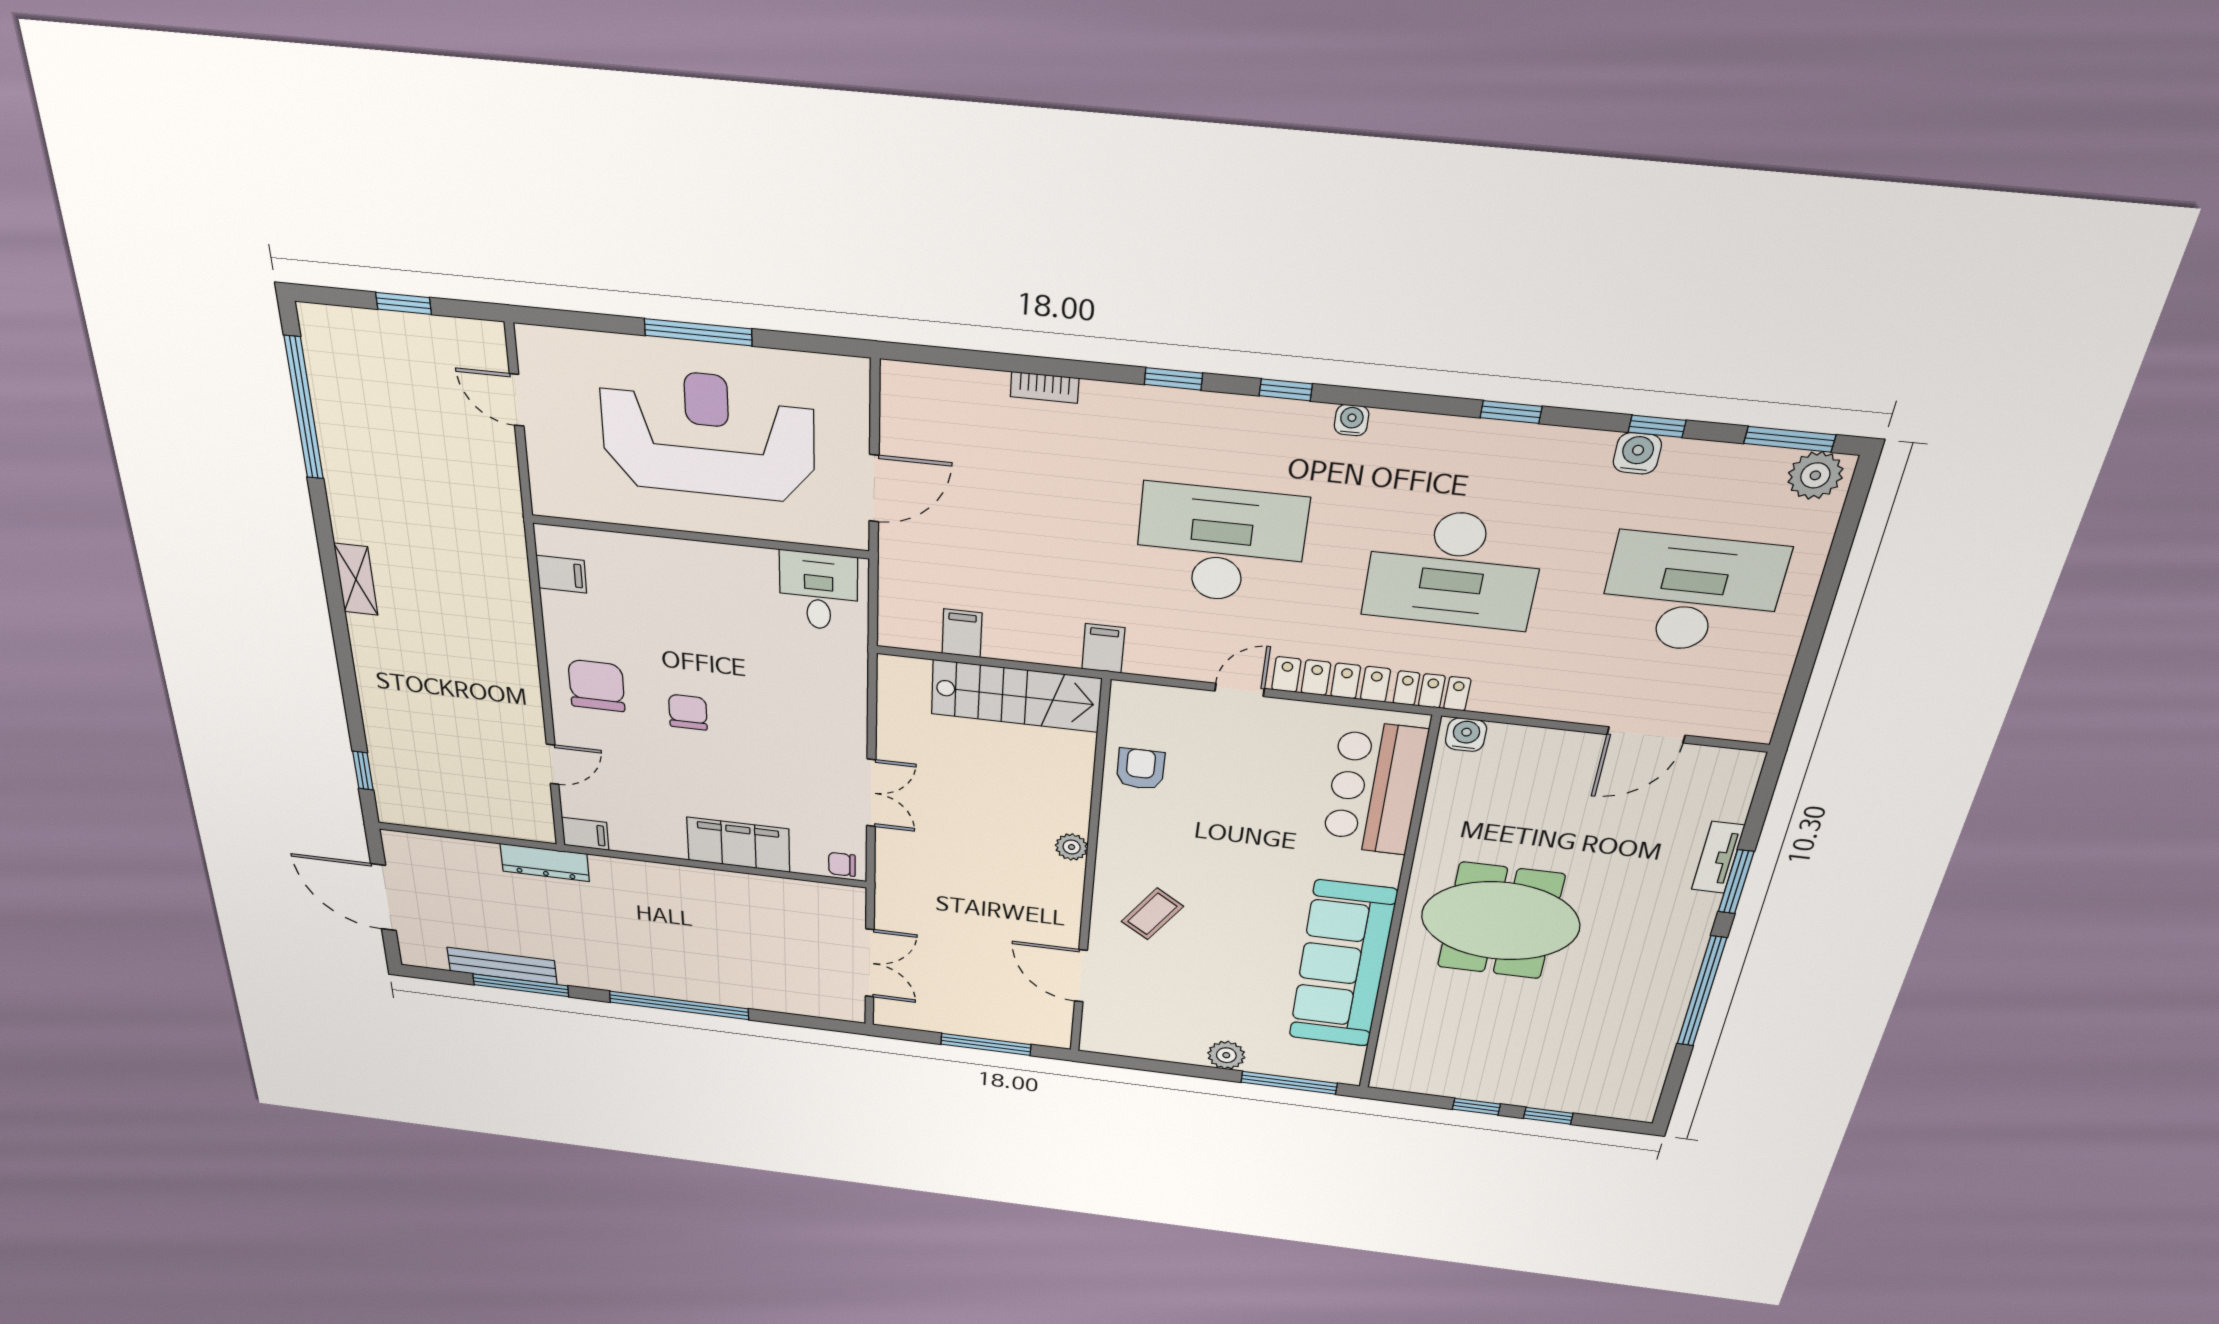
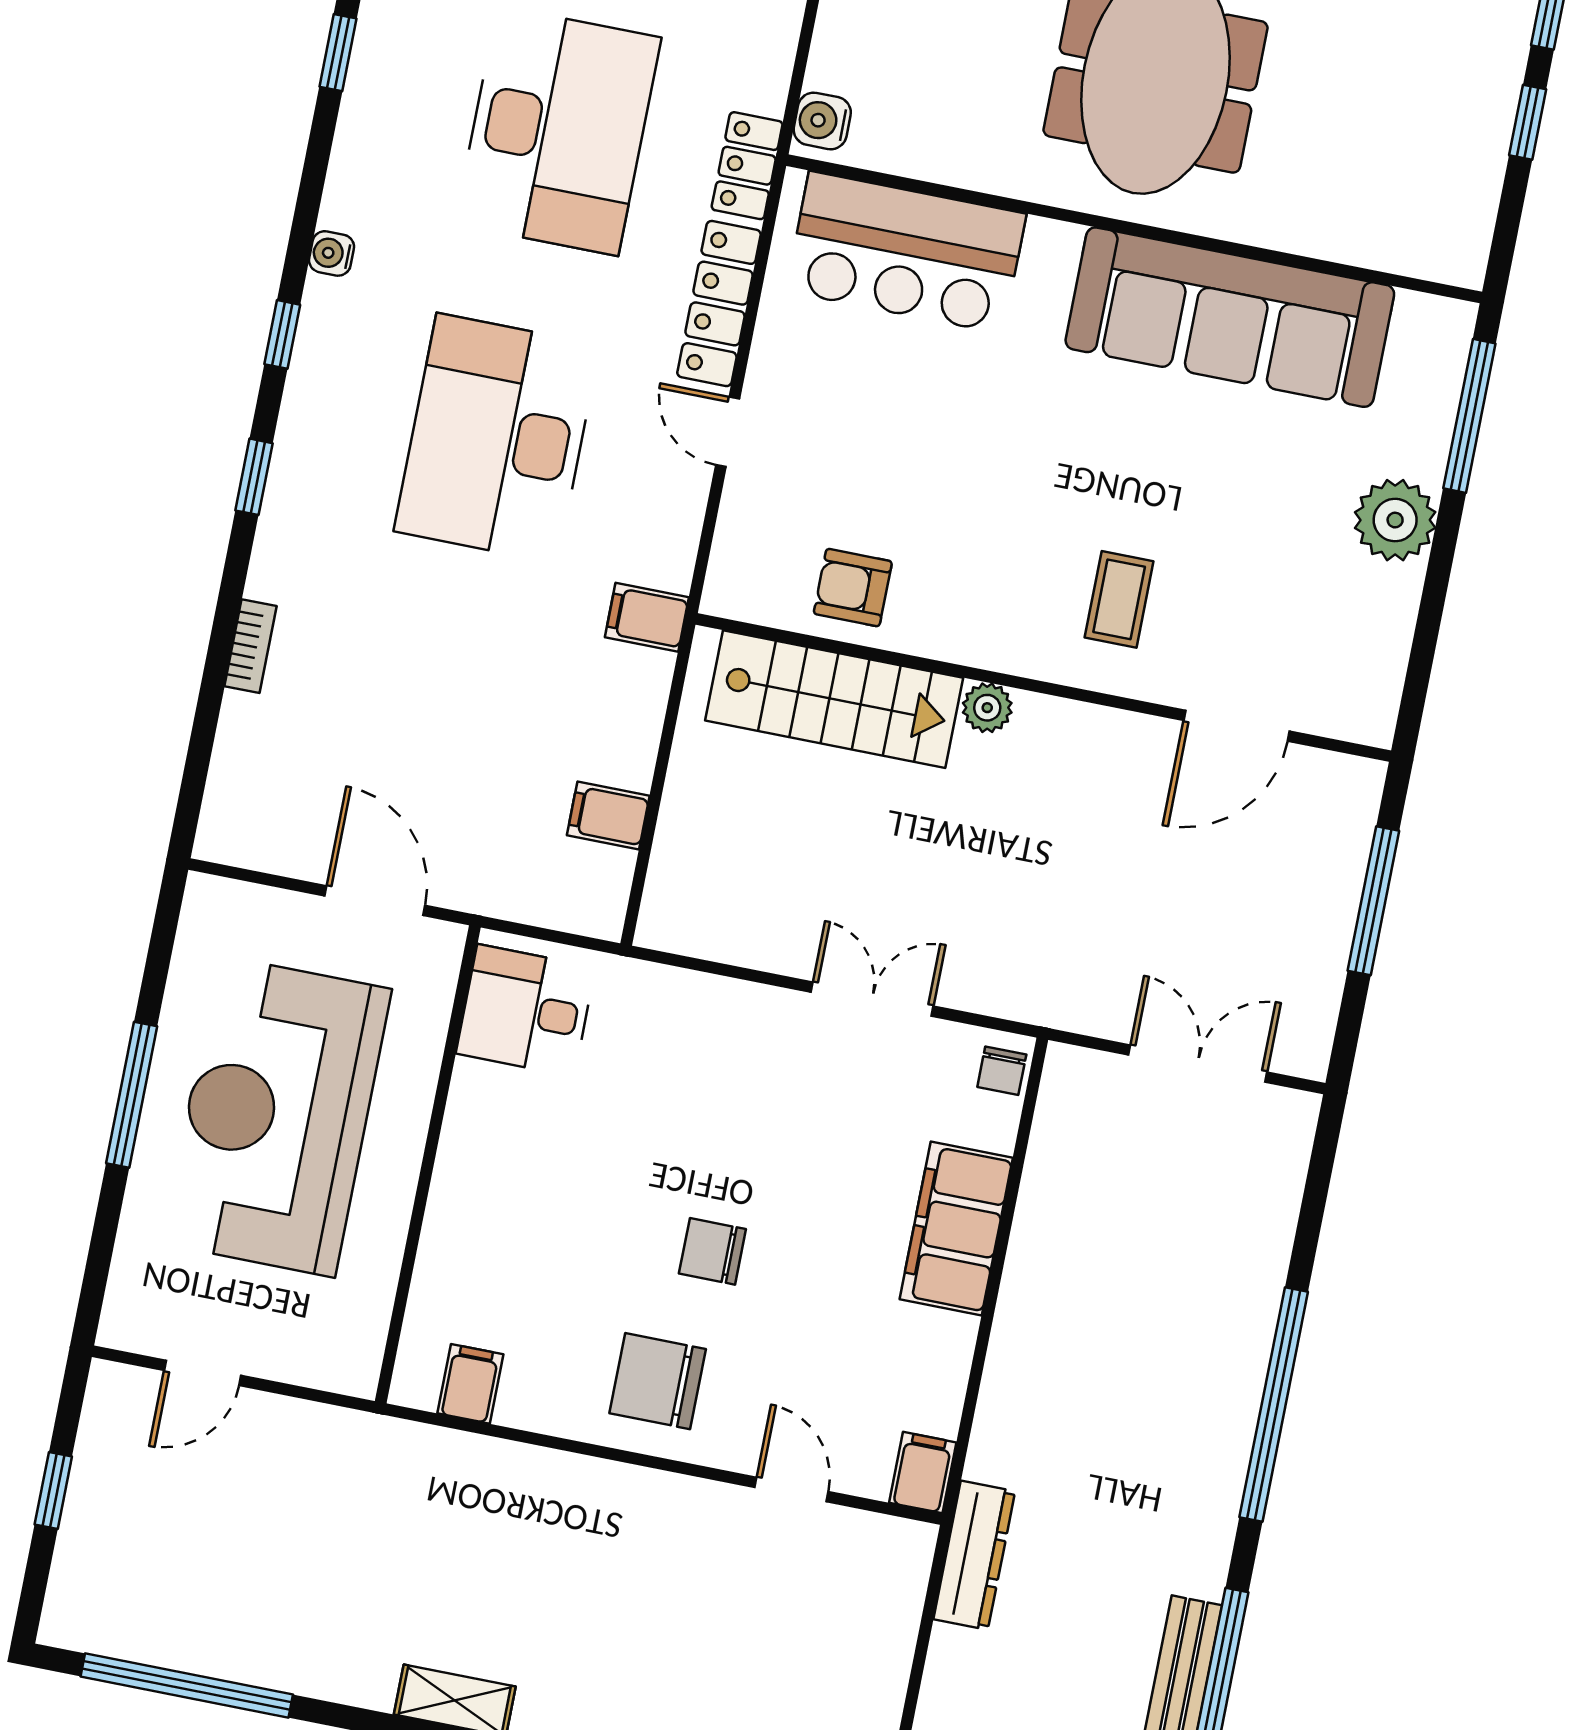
stairs: (1016, 696) -> (834, 699), moved, turned 90
coffee table: (1152, 914) -> (1119, 599), turned 56
plant: (1226, 1055) -> (1395, 520), width x1.36, depth x1.36

